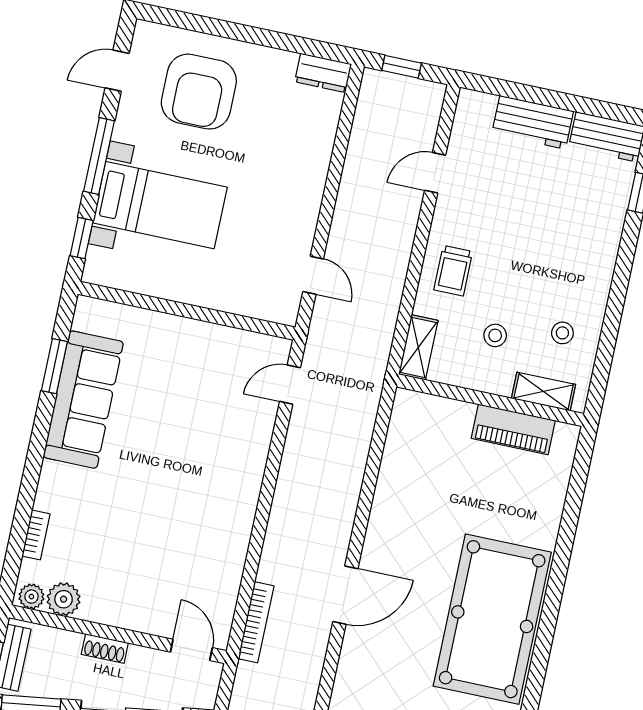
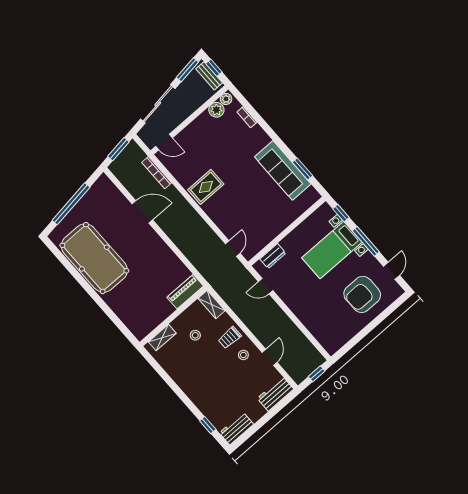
dresser: (323, 73) -> (273, 256), moved, turned 180
armchair: (199, 92) -> (362, 294), turned -90
workbench: (533, 122) -> (275, 394), moved
trolley: (453, 271) -> (230, 338), turned -90
stool: (562, 333) -> (243, 355), moved
piano: (513, 429) -> (185, 292), moved
rug: (216, 515) -> (206, 187), added
door: (345, 595) -> (142, 212), swing flipped
shoe rack: (105, 649) -> (188, 111), removed

